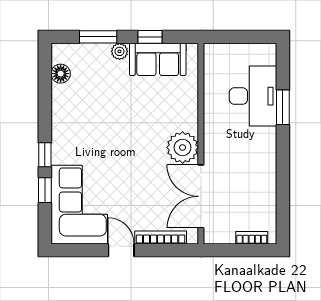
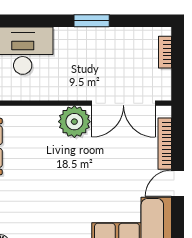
window: (283, 107) -> (92, 21), moved

